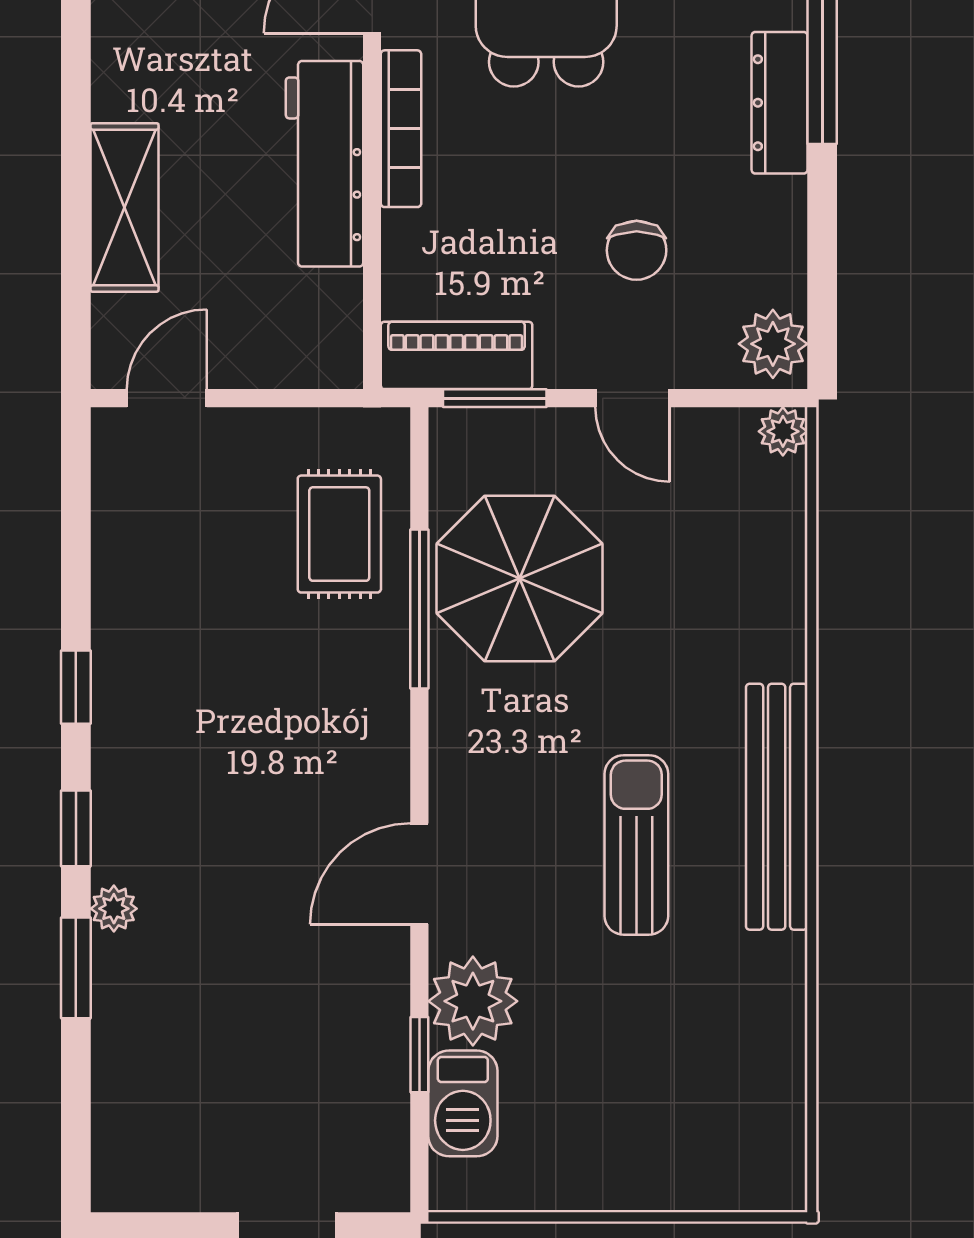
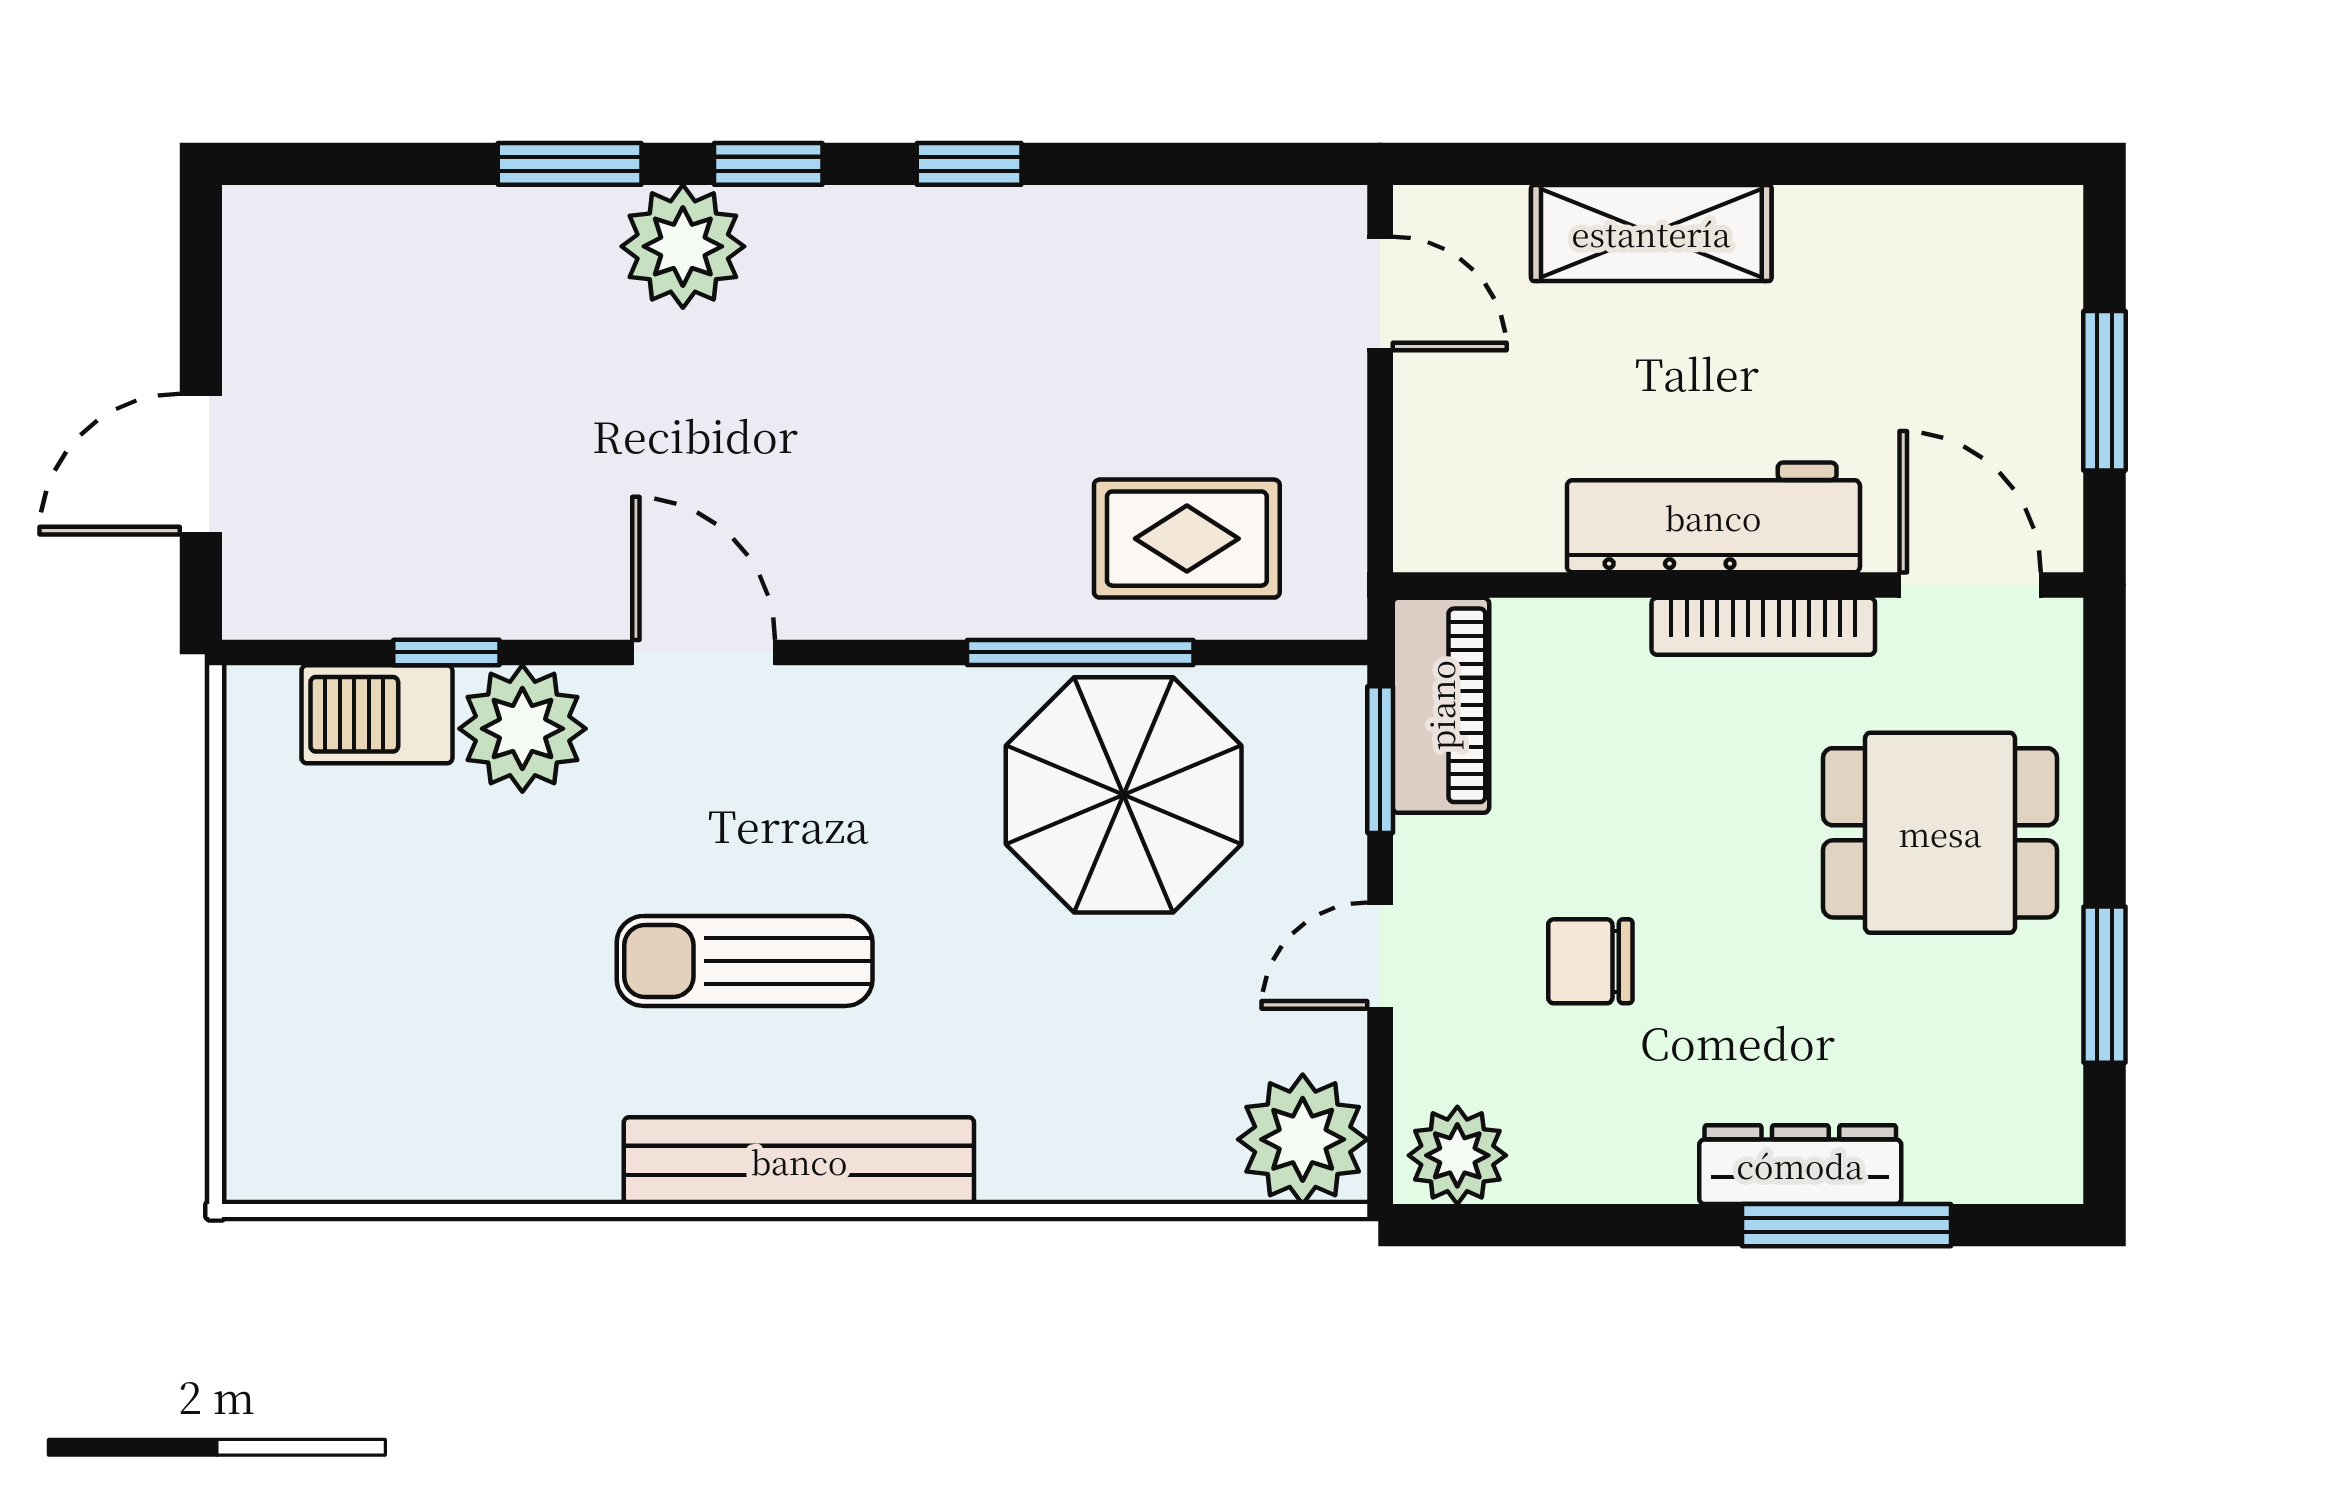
plant: (783, 431) -> (1303, 1139), width x1.88, depth x1.88
sun lounger: (636, 845) -> (745, 961), turned 180
plant: (114, 909) -> (683, 246), width x1.88, depth x1.88

